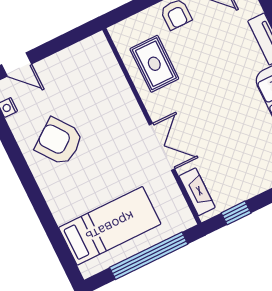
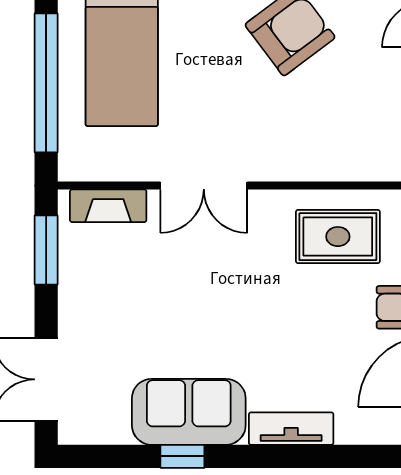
window: (236, 213) -> (46, 250), width x1.50

